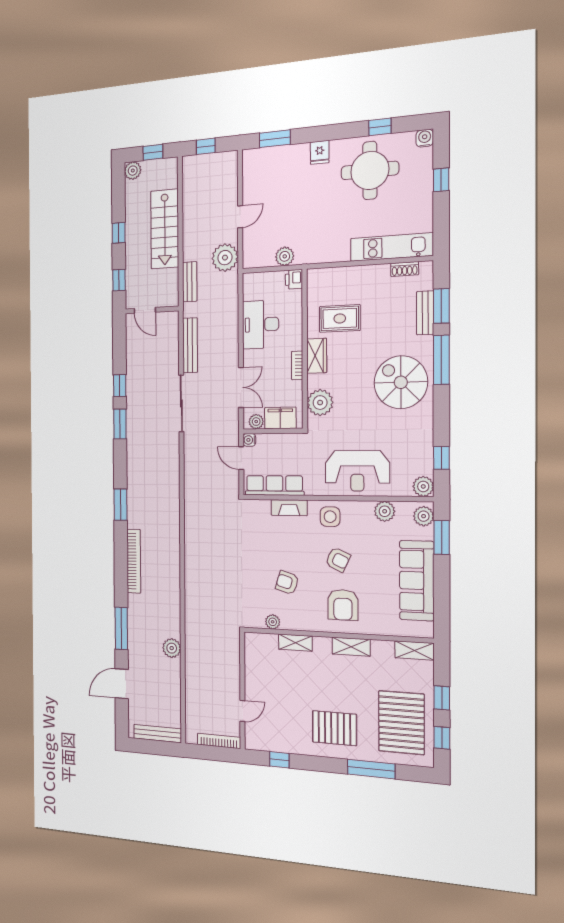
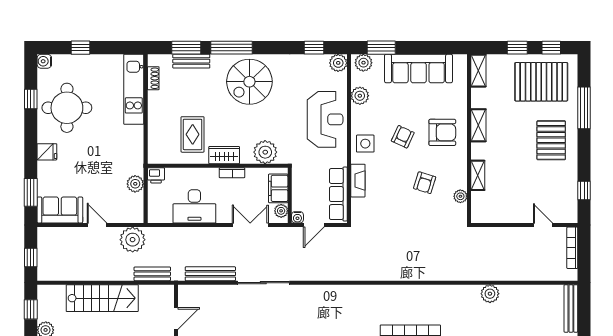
sofa: (256, 174) -> (60, 210), added

